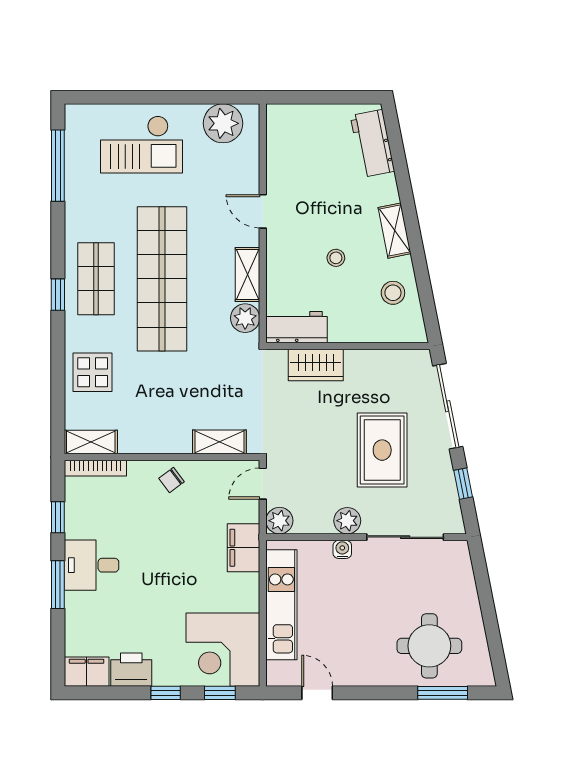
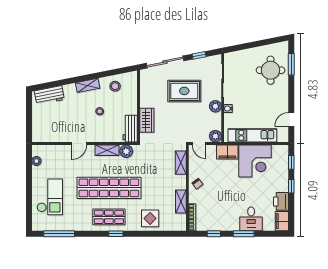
plant: (223, 123) -> (36, 161), width x0.53, depth x0.53
shelving: (91, 442) -> (181, 201), moved
desk: (92, 565) -> (251, 219), moved
corner desk: (223, 650) -> (255, 161), moved

